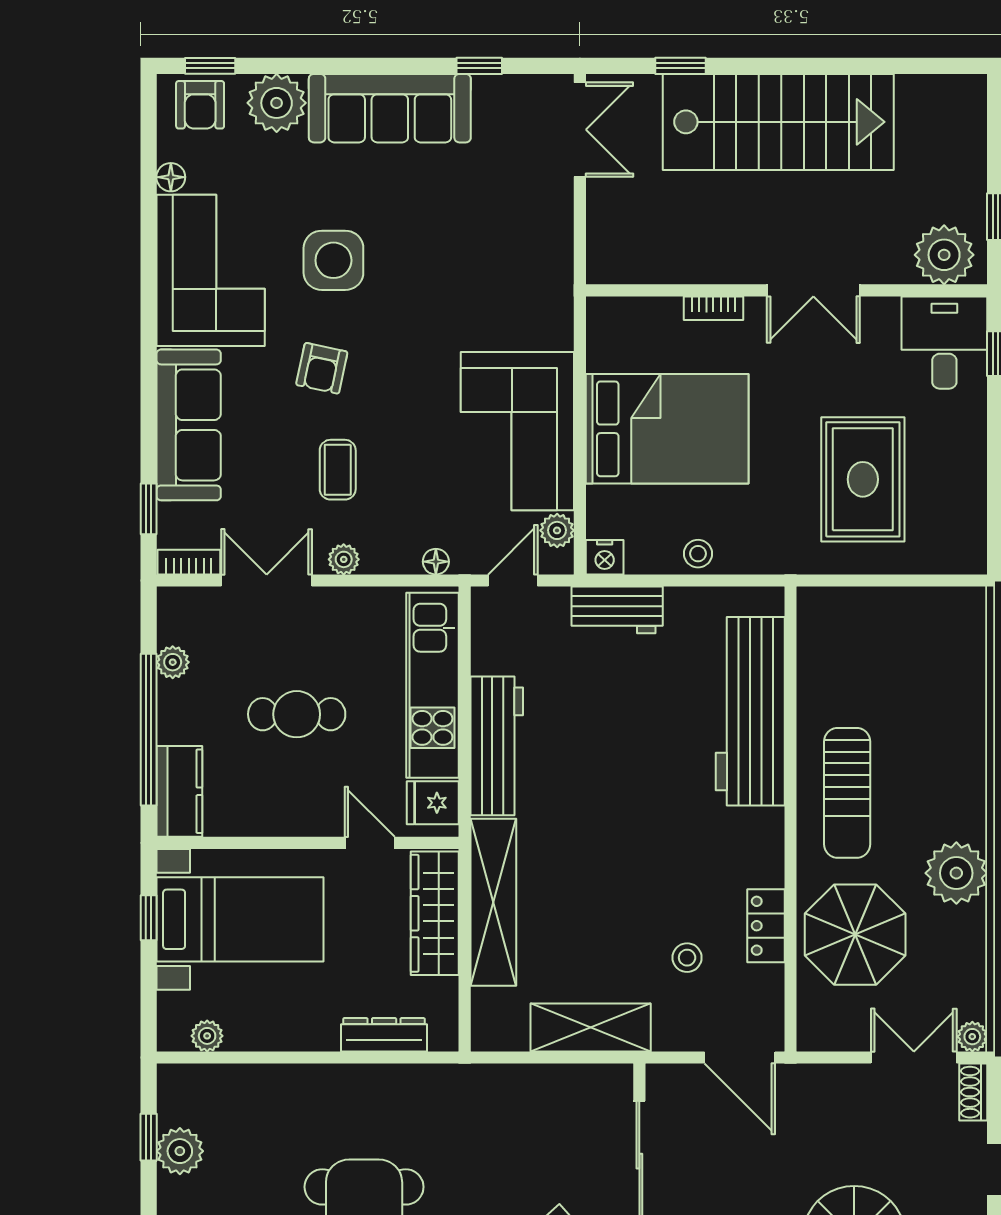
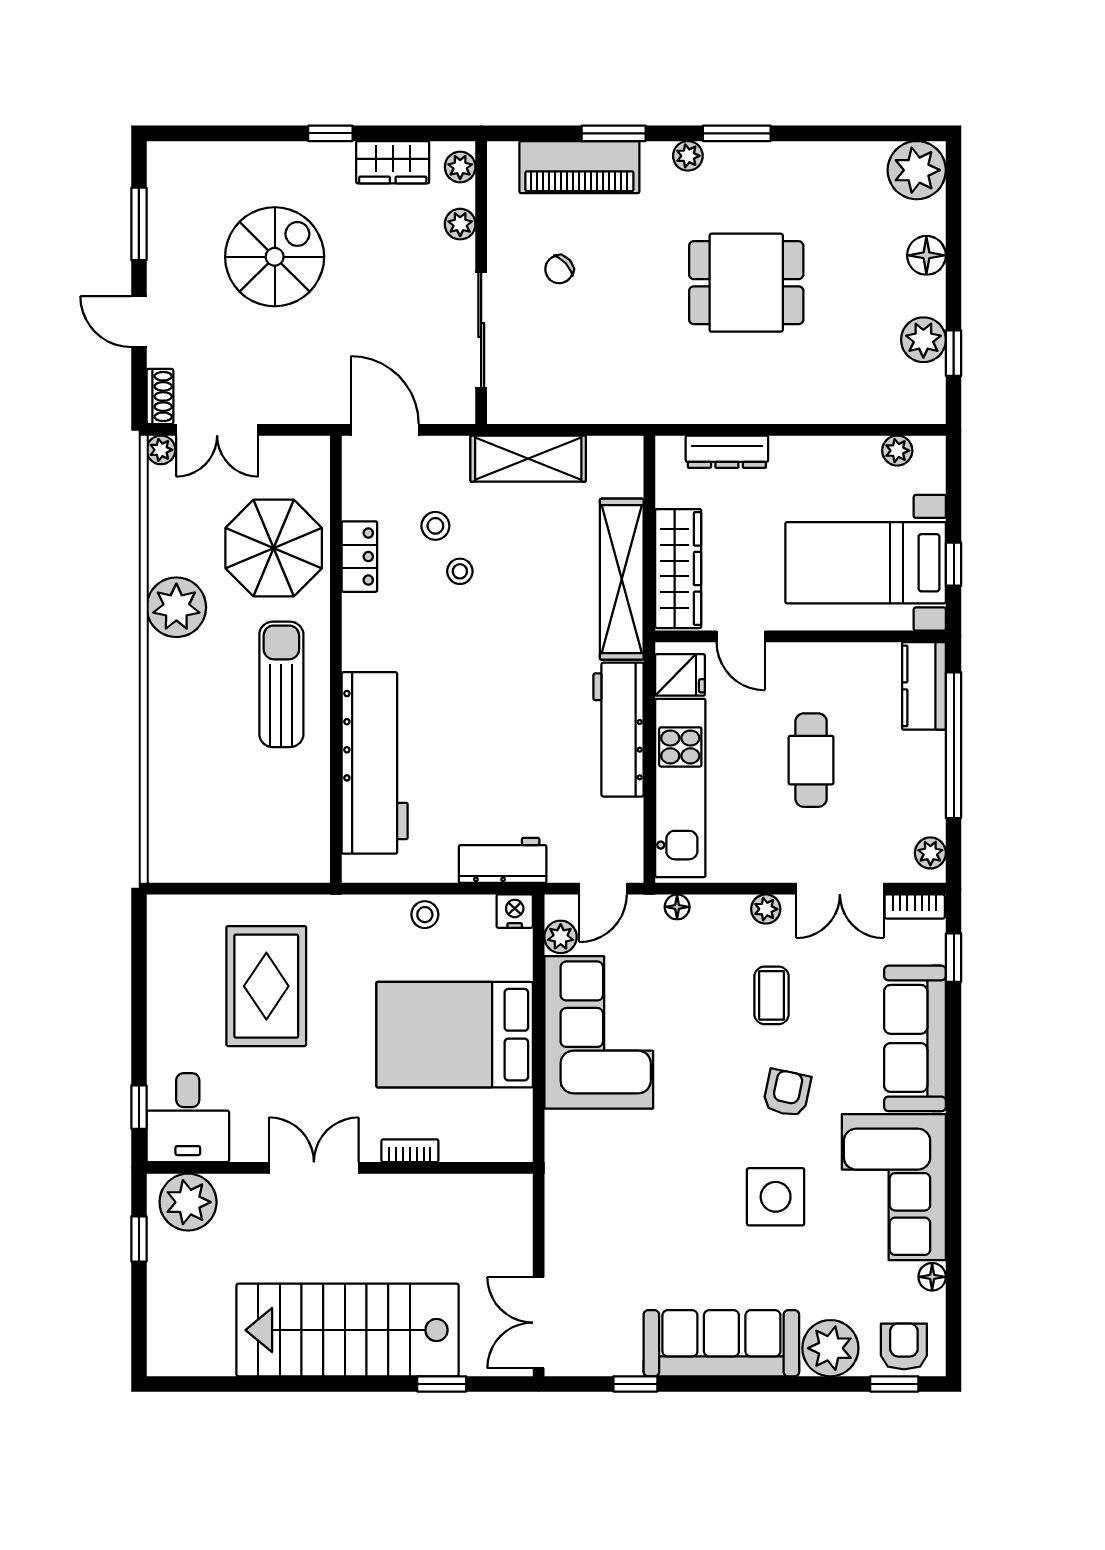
plant: (173, 662) -> (930, 853), moved
cafe table: (297, 714) -> (811, 760), turned 90
stool: (662, 910) -> (460, 571), added

